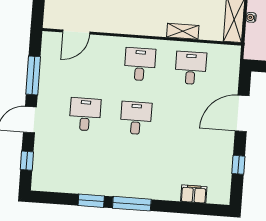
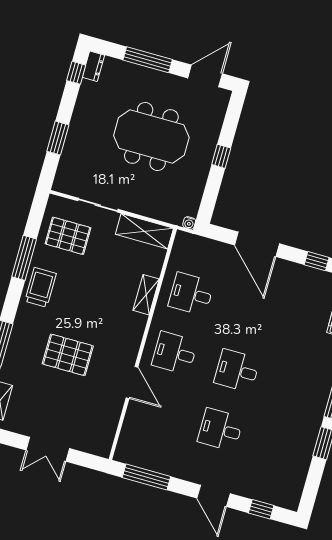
water cooler: (251, 17) -> (189, 223), moved
door: (76, 32) -> (132, 383), moved
window: (33, 75) -> (146, 477), moved

